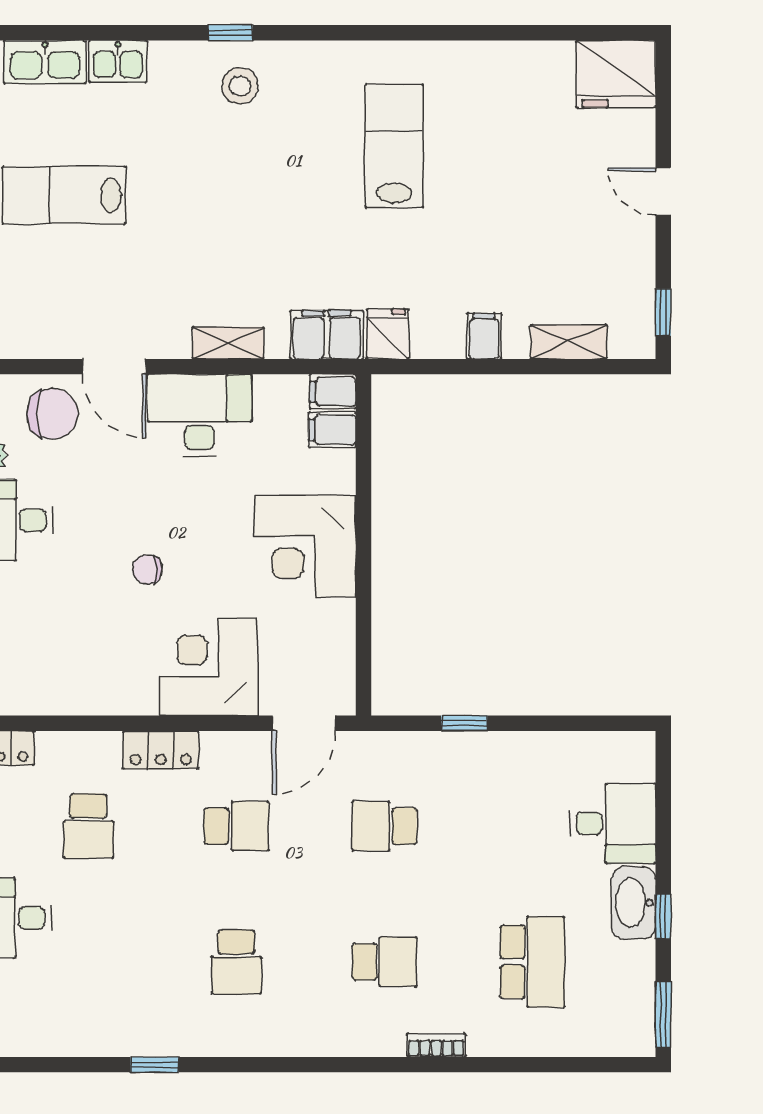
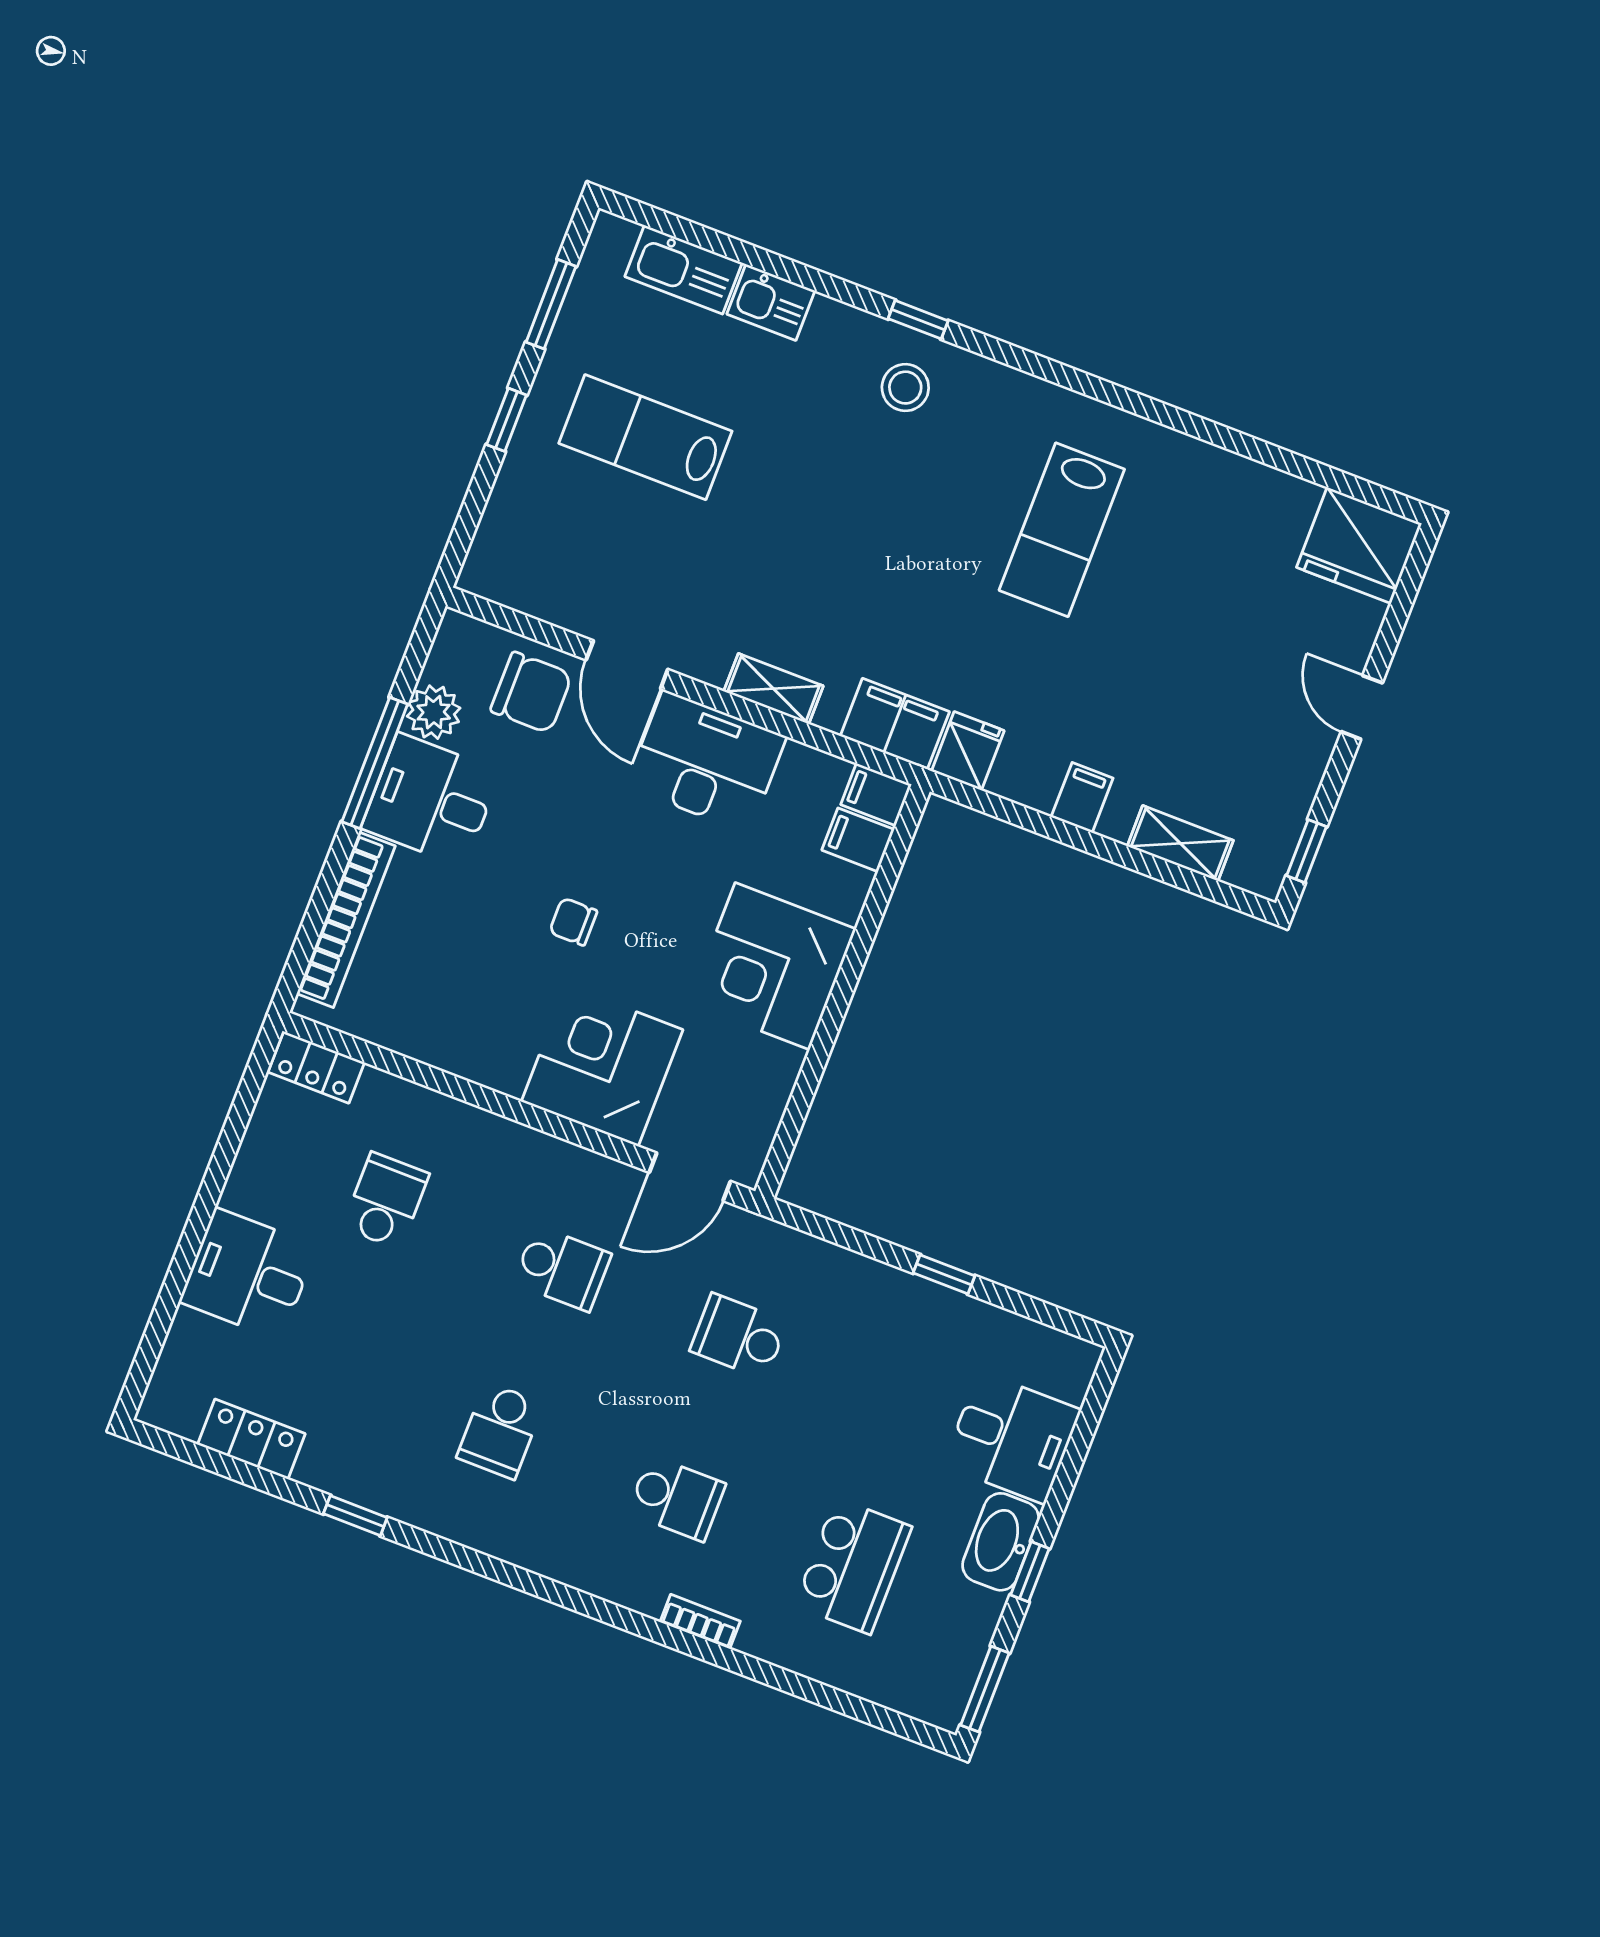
lab bench: (394, 146) -> (1062, 530), turned 180
window: (464, 723) -> (944, 1274), moved
locker: (161, 750) -> (251, 1439), moved, turned 180
school desk: (88, 826) -> (386, 1201), turned 180

